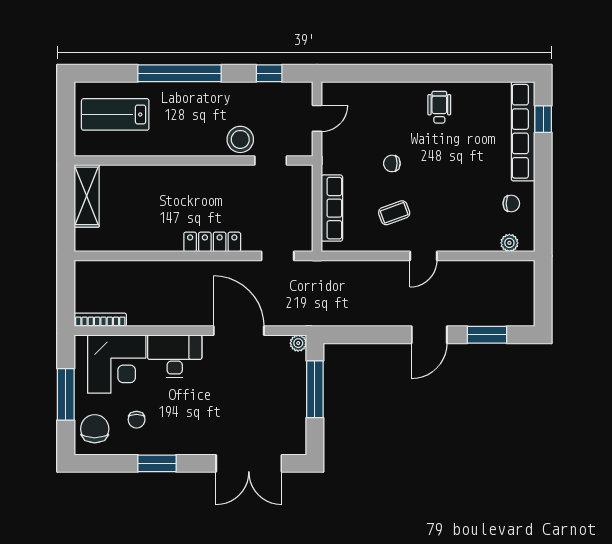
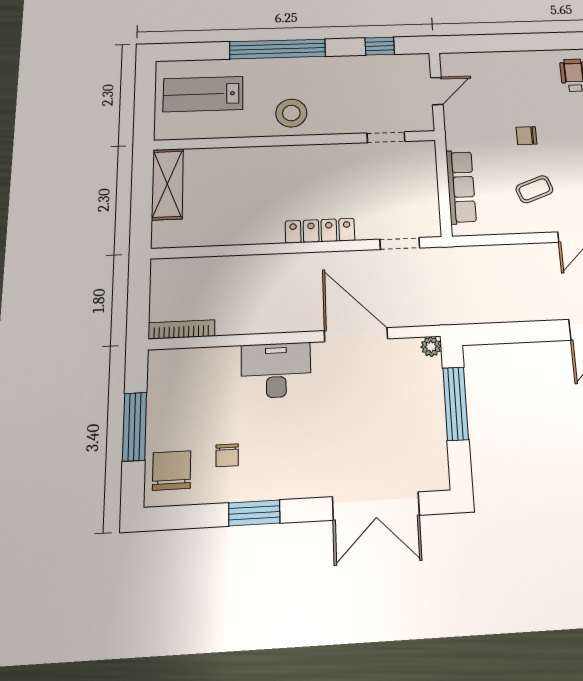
stool: (240, 139) -> (291, 113), moved
corner desk: (117, 364) -> (202, 384), removed

